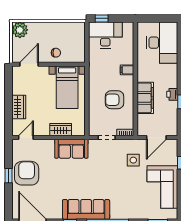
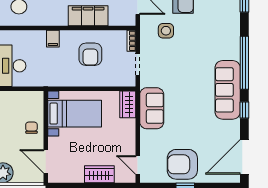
wardrobe: (61, 130) -> (128, 104), moved

